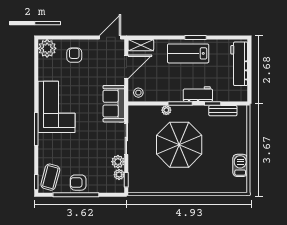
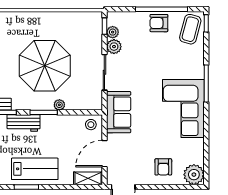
armchair: (78, 183) -> (159, 23), turned 180

